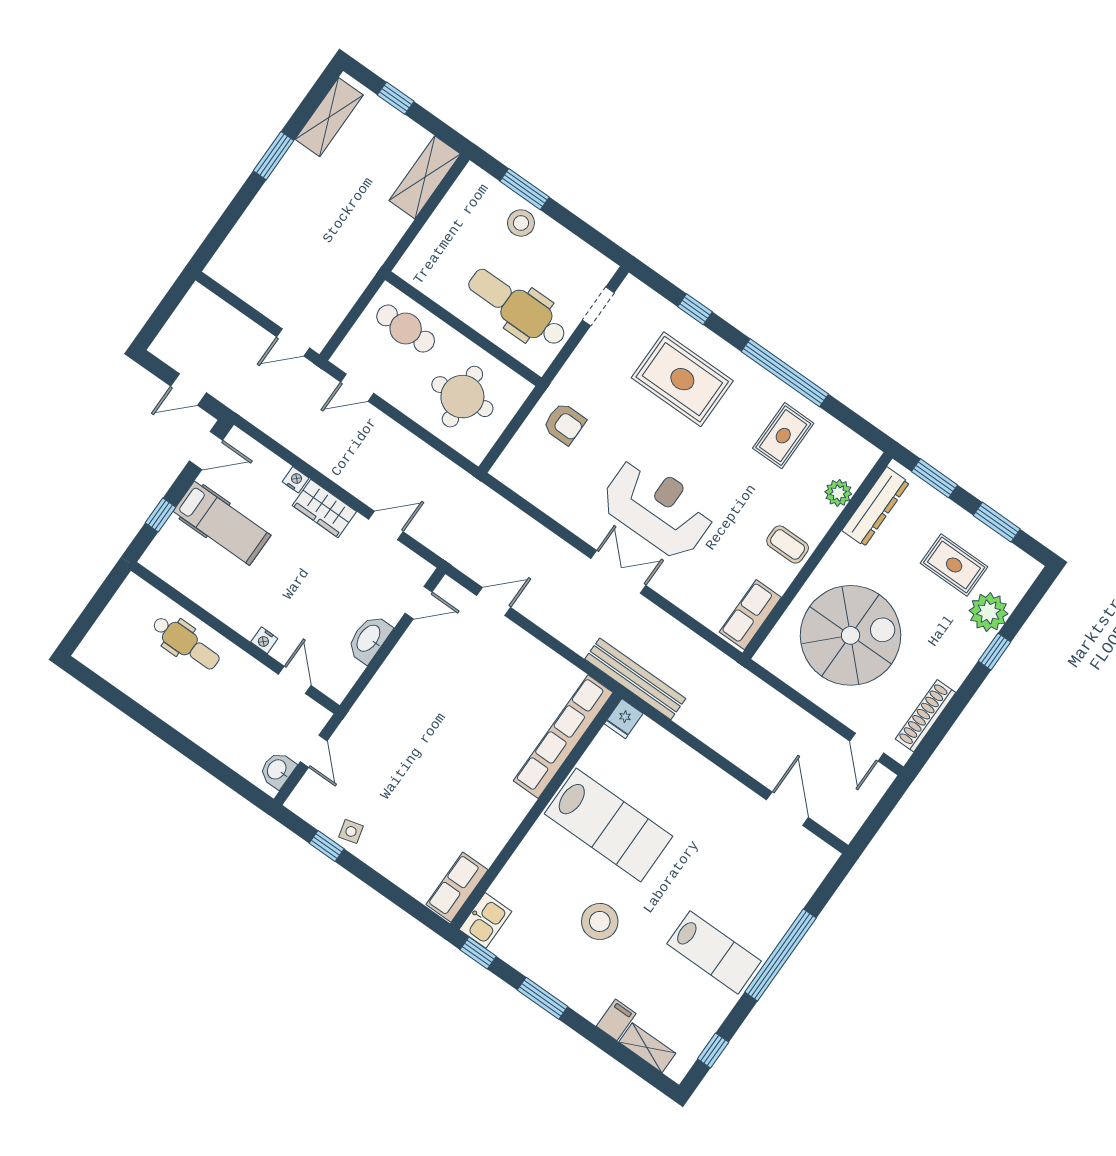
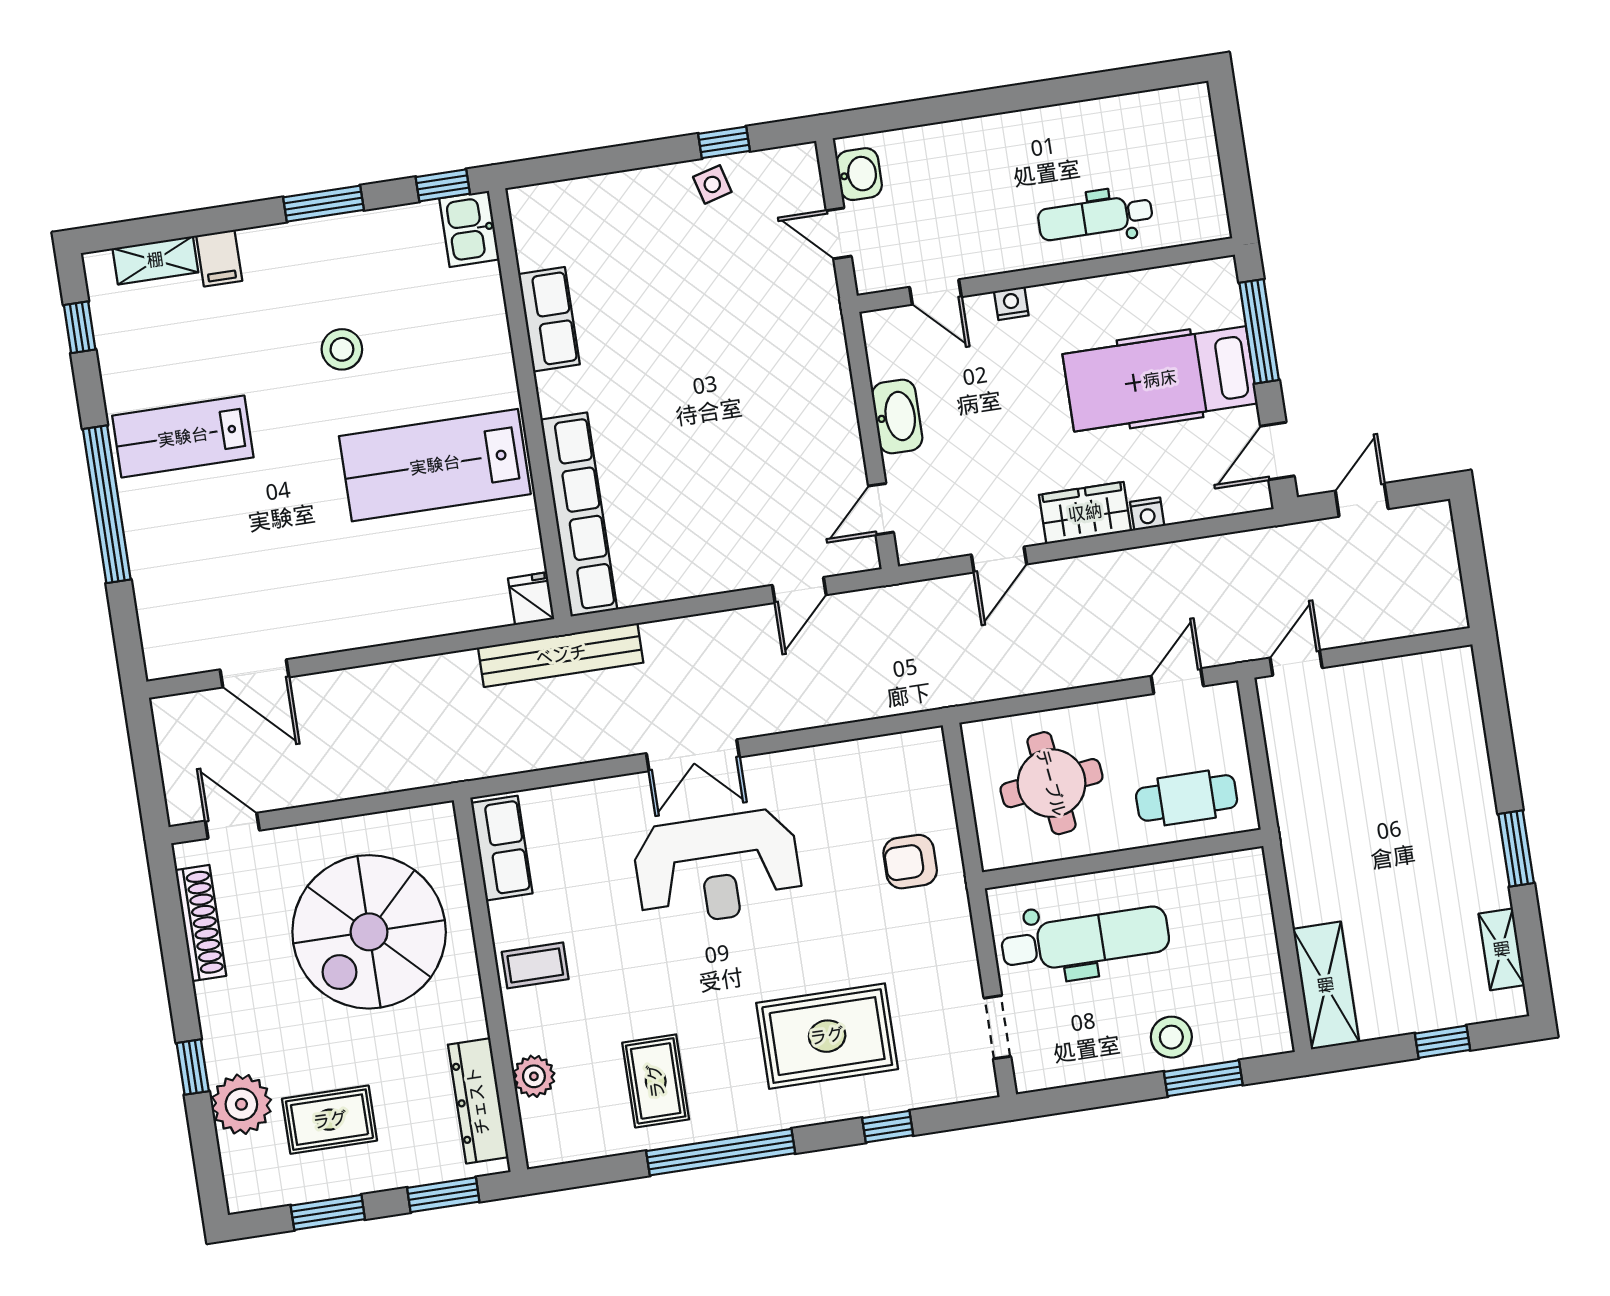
shelving: (329, 117) -> (1502, 949), width x0.67, depth x0.75
window: (160, 515) -> (1259, 331), width x2.17
hospital bed: (222, 523) -> (1160, 379), width x1.37, depth x1.29
row of seats: (457, 887) -> (549, 319), moved
stool: (600, 921) -> (342, 349), width x0.73, depth x0.73

